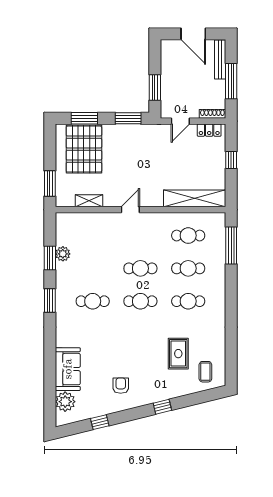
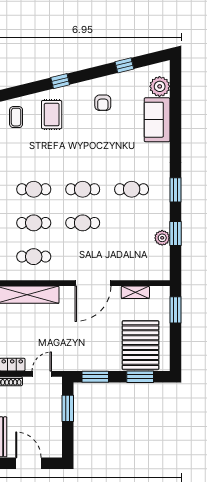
door: (130, 210) -> (93, 283), width x1.87
rug: (178, 354) -> (52, 115), moved

